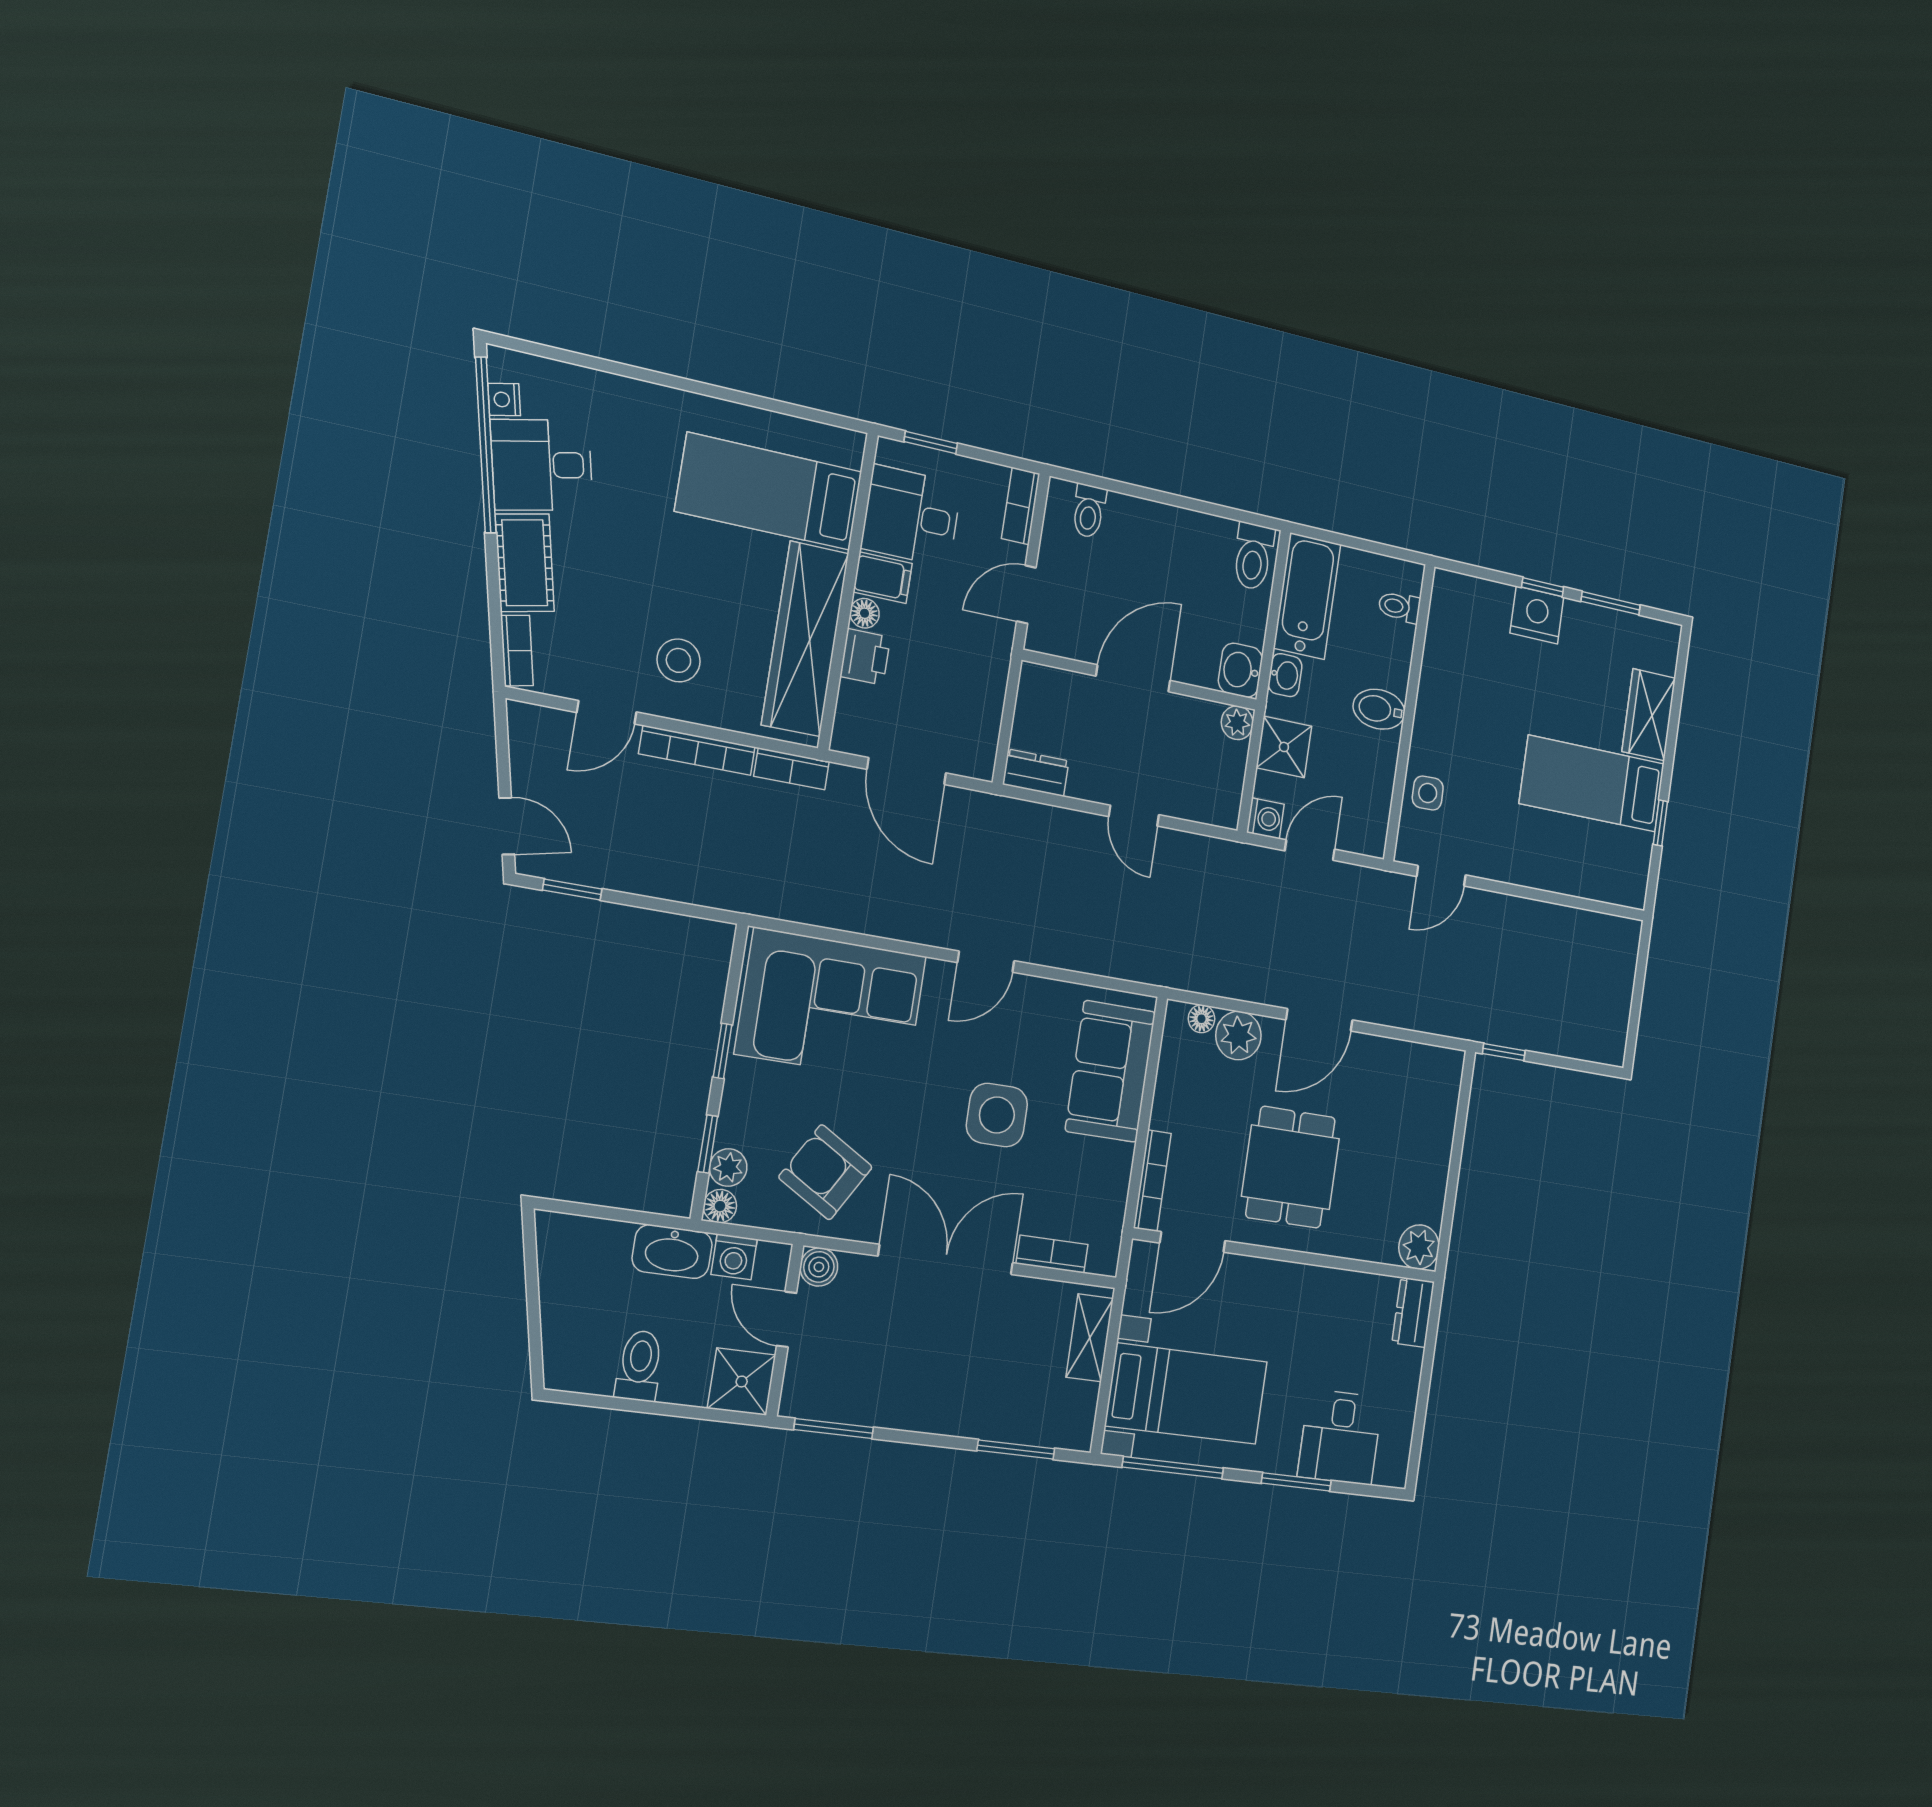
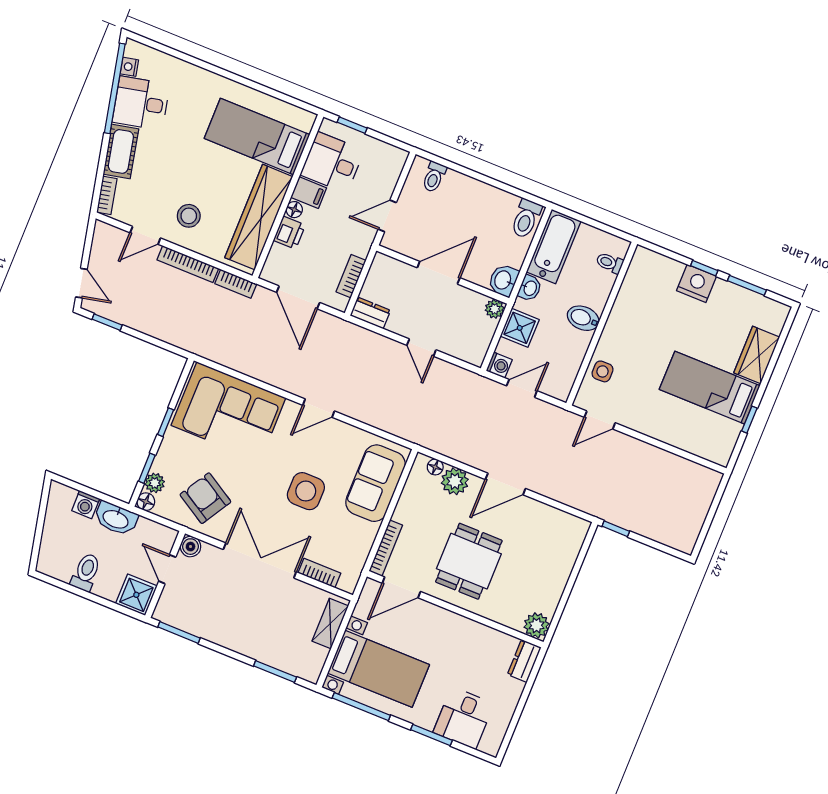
bookcase: (1021, 506) -> (351, 276), moved
washing machine: (734, 1257) -> (86, 505), moved

